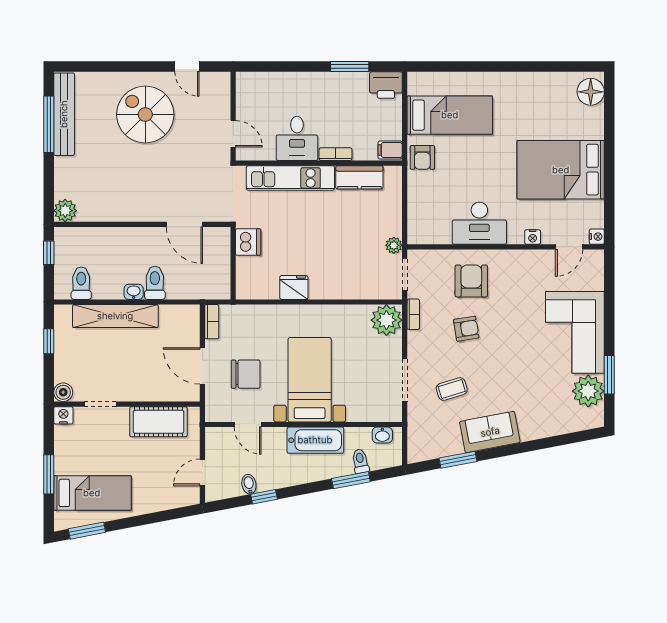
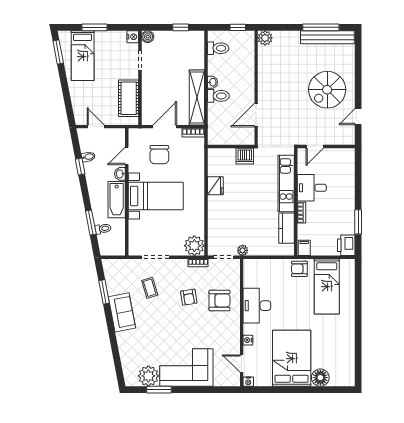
floor lamp: (591, 92) -> (320, 378), moved
spiral stairs: (145, 115) -> (327, 90), turned 180
shelving: (115, 316) -> (197, 97), moved
washbasin: (382, 435) -> (120, 174), moved

